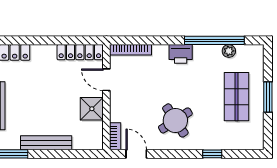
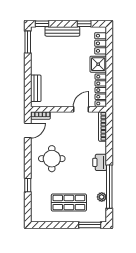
window: (268, 97) -> (90, 225), moved
shower: (92, 109) -> (98, 64), moved
round table: (175, 120) -> (52, 159), turned 33
bench: (46, 143) -> (36, 88), moved, width x0.73

